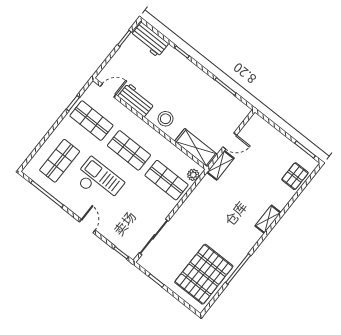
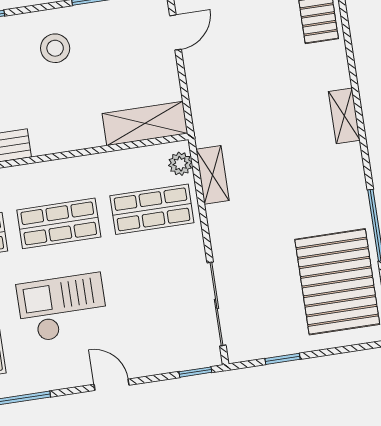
stool: (166, 119) -> (55, 48), moved
door: (230, 141) -> (175, 32), moved
shelving: (220, 165) -> (213, 175), moved

